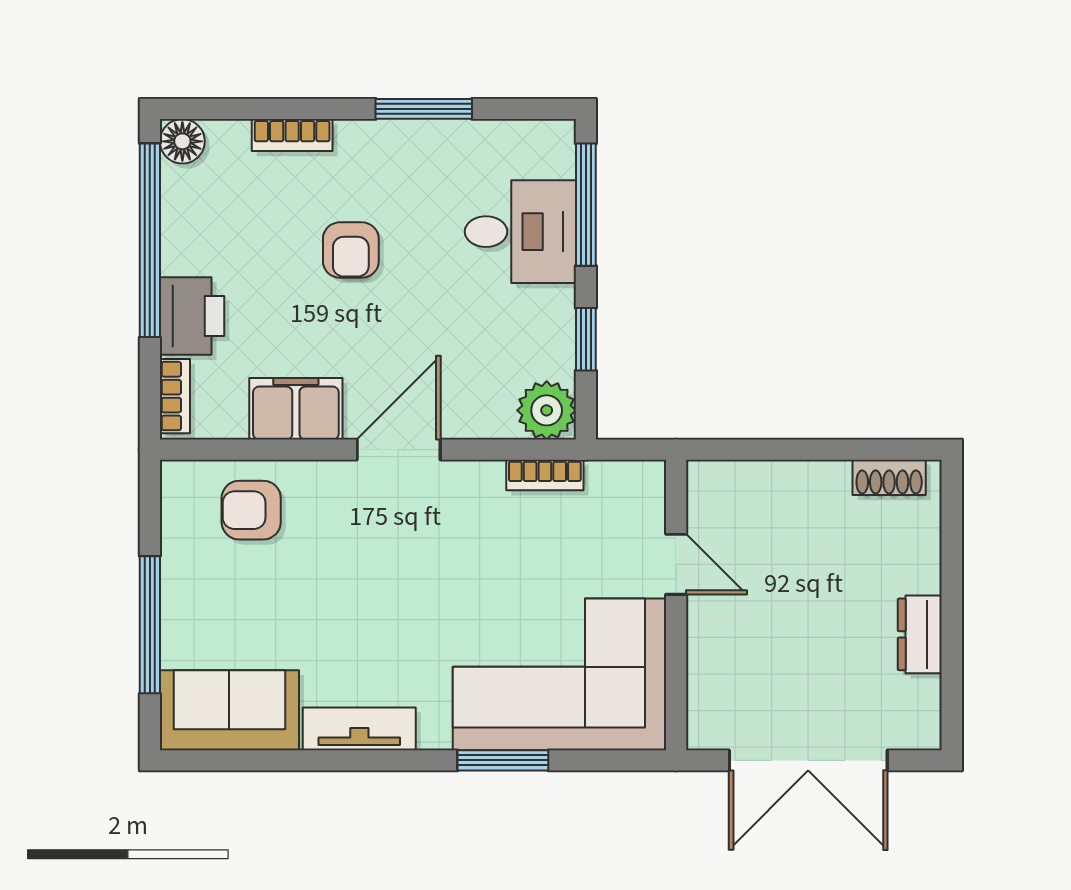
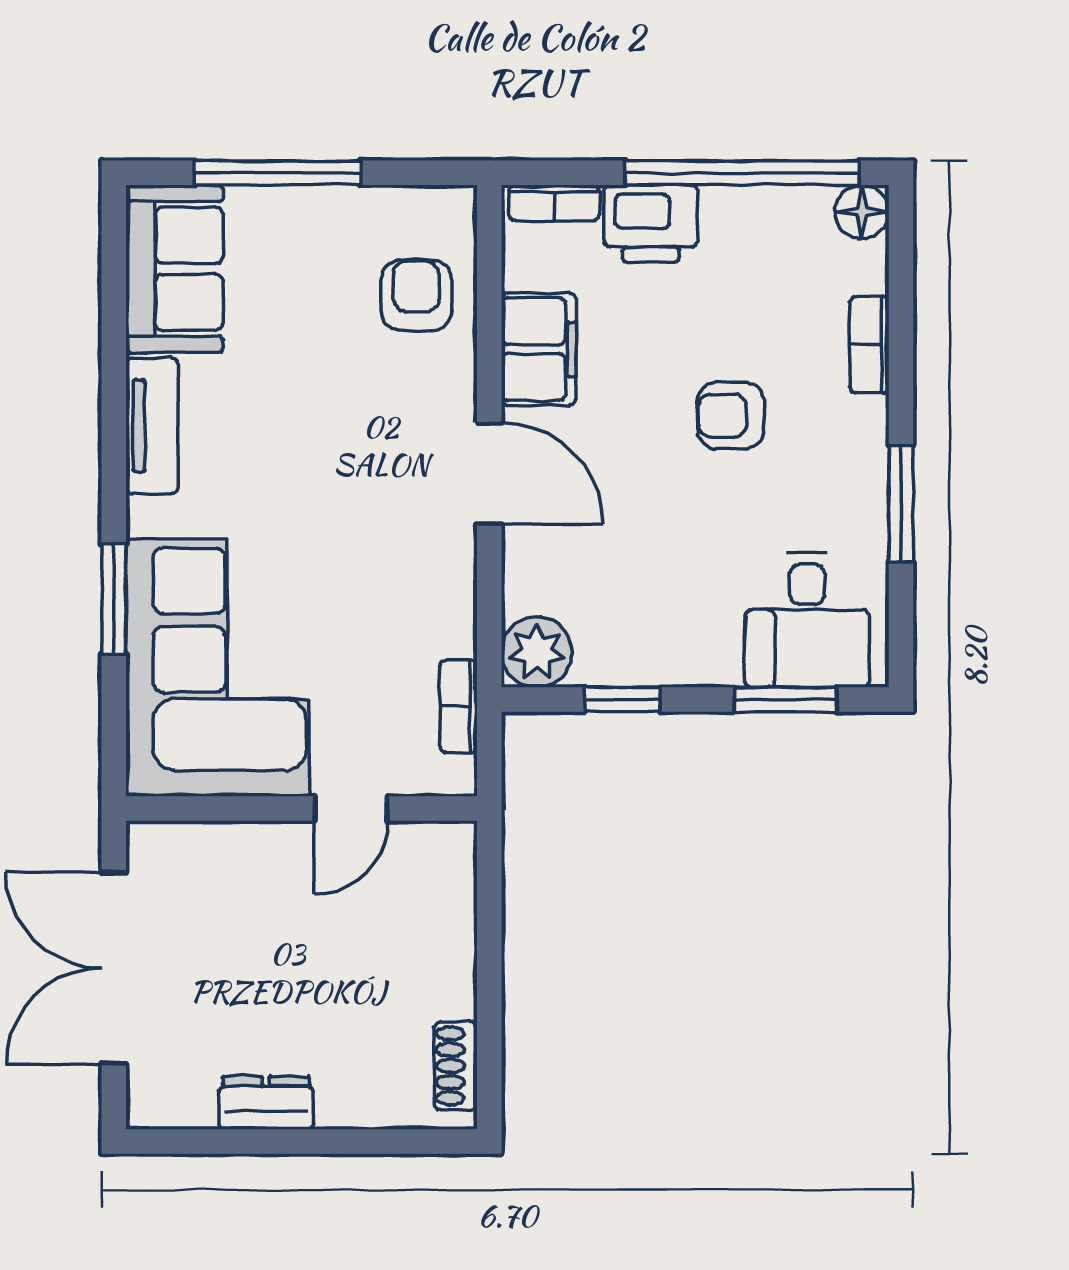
window: (586, 205) -> (785, 700), width x0.69
desk: (520, 232) -> (807, 620), moved
bookcase: (545, 475) -> (459, 706), moved

